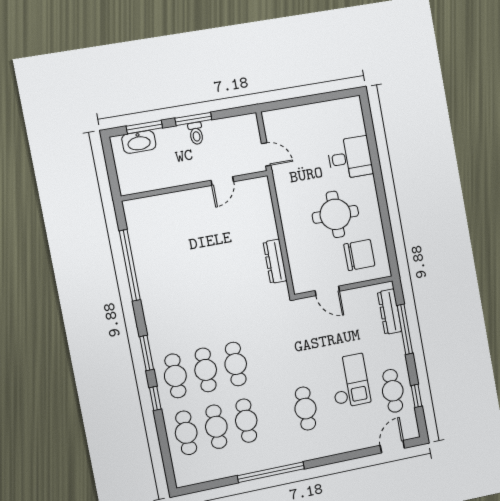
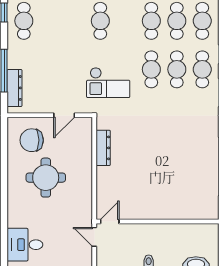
desk: (350, 158) -> (25, 245), moved
door: (222, 181) -> (110, 221), moved
door: (327, 291) -> (64, 115), swing flipped
checkout: (350, 381) -> (108, 83), moved, turned -90

